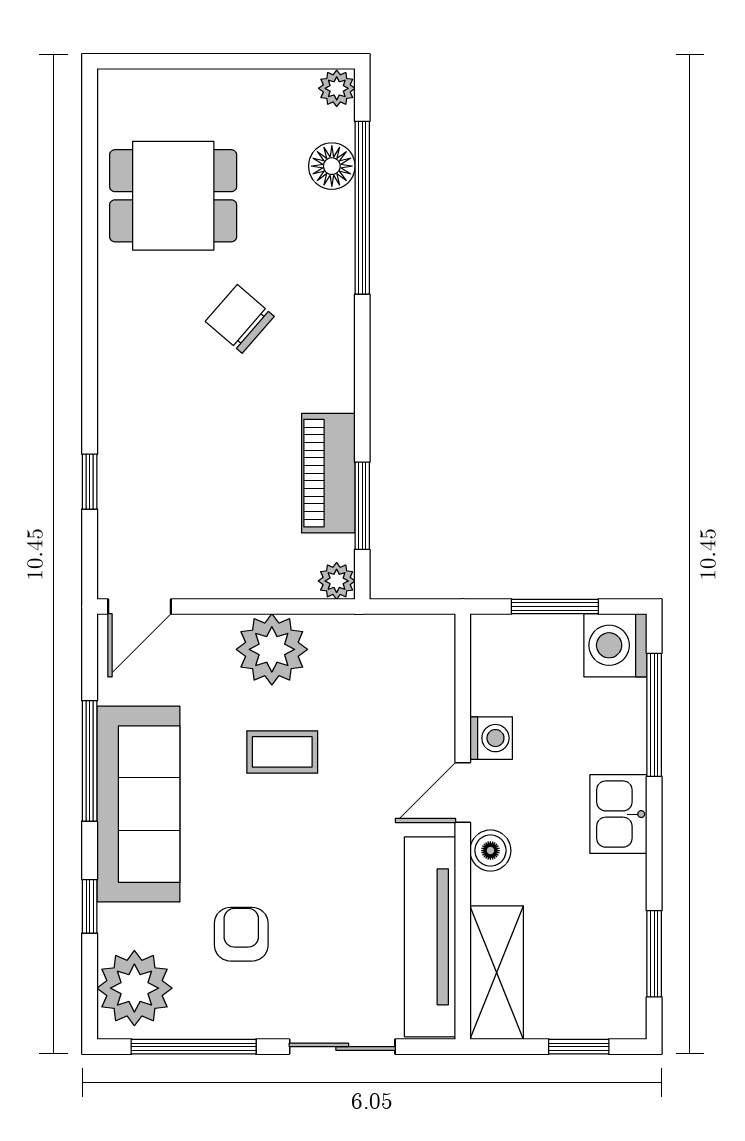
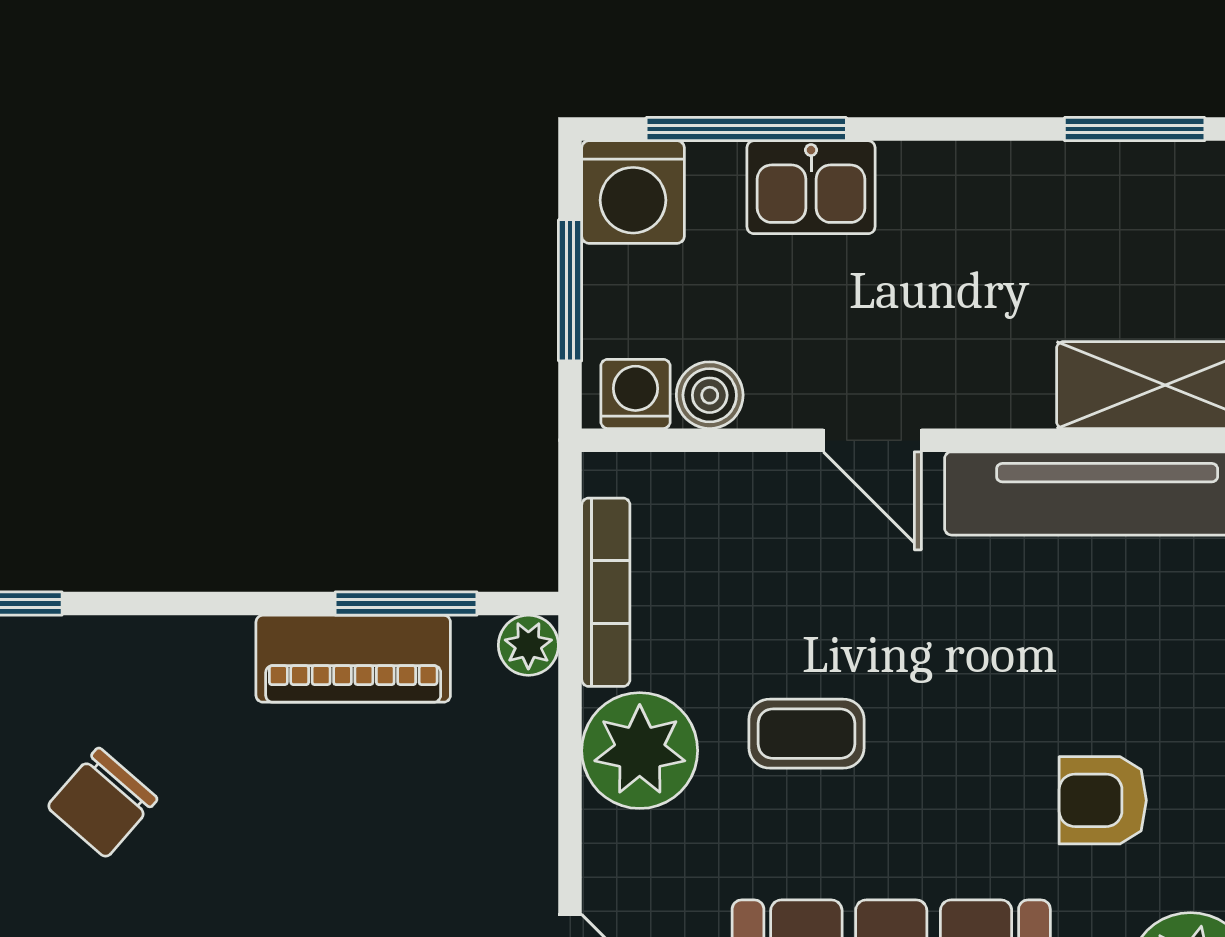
bookcase: (369, 629) -> (606, 592), added
washing machine: (491, 738) -> (635, 394), moved
coffee table: (282, 752) -> (806, 734), turned 90
kitchen sink: (618, 814) -> (811, 187), moved
boiler: (490, 851) -> (710, 395), moved

